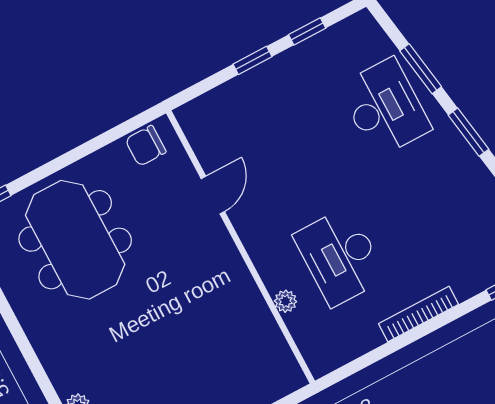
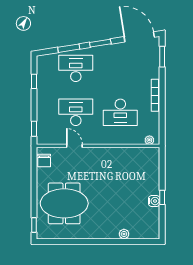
window: (253, 60) -> (34, 129), moved
desk: (288, 159) -> (76, 112), added
plant: (286, 301) -> (149, 140), moved

